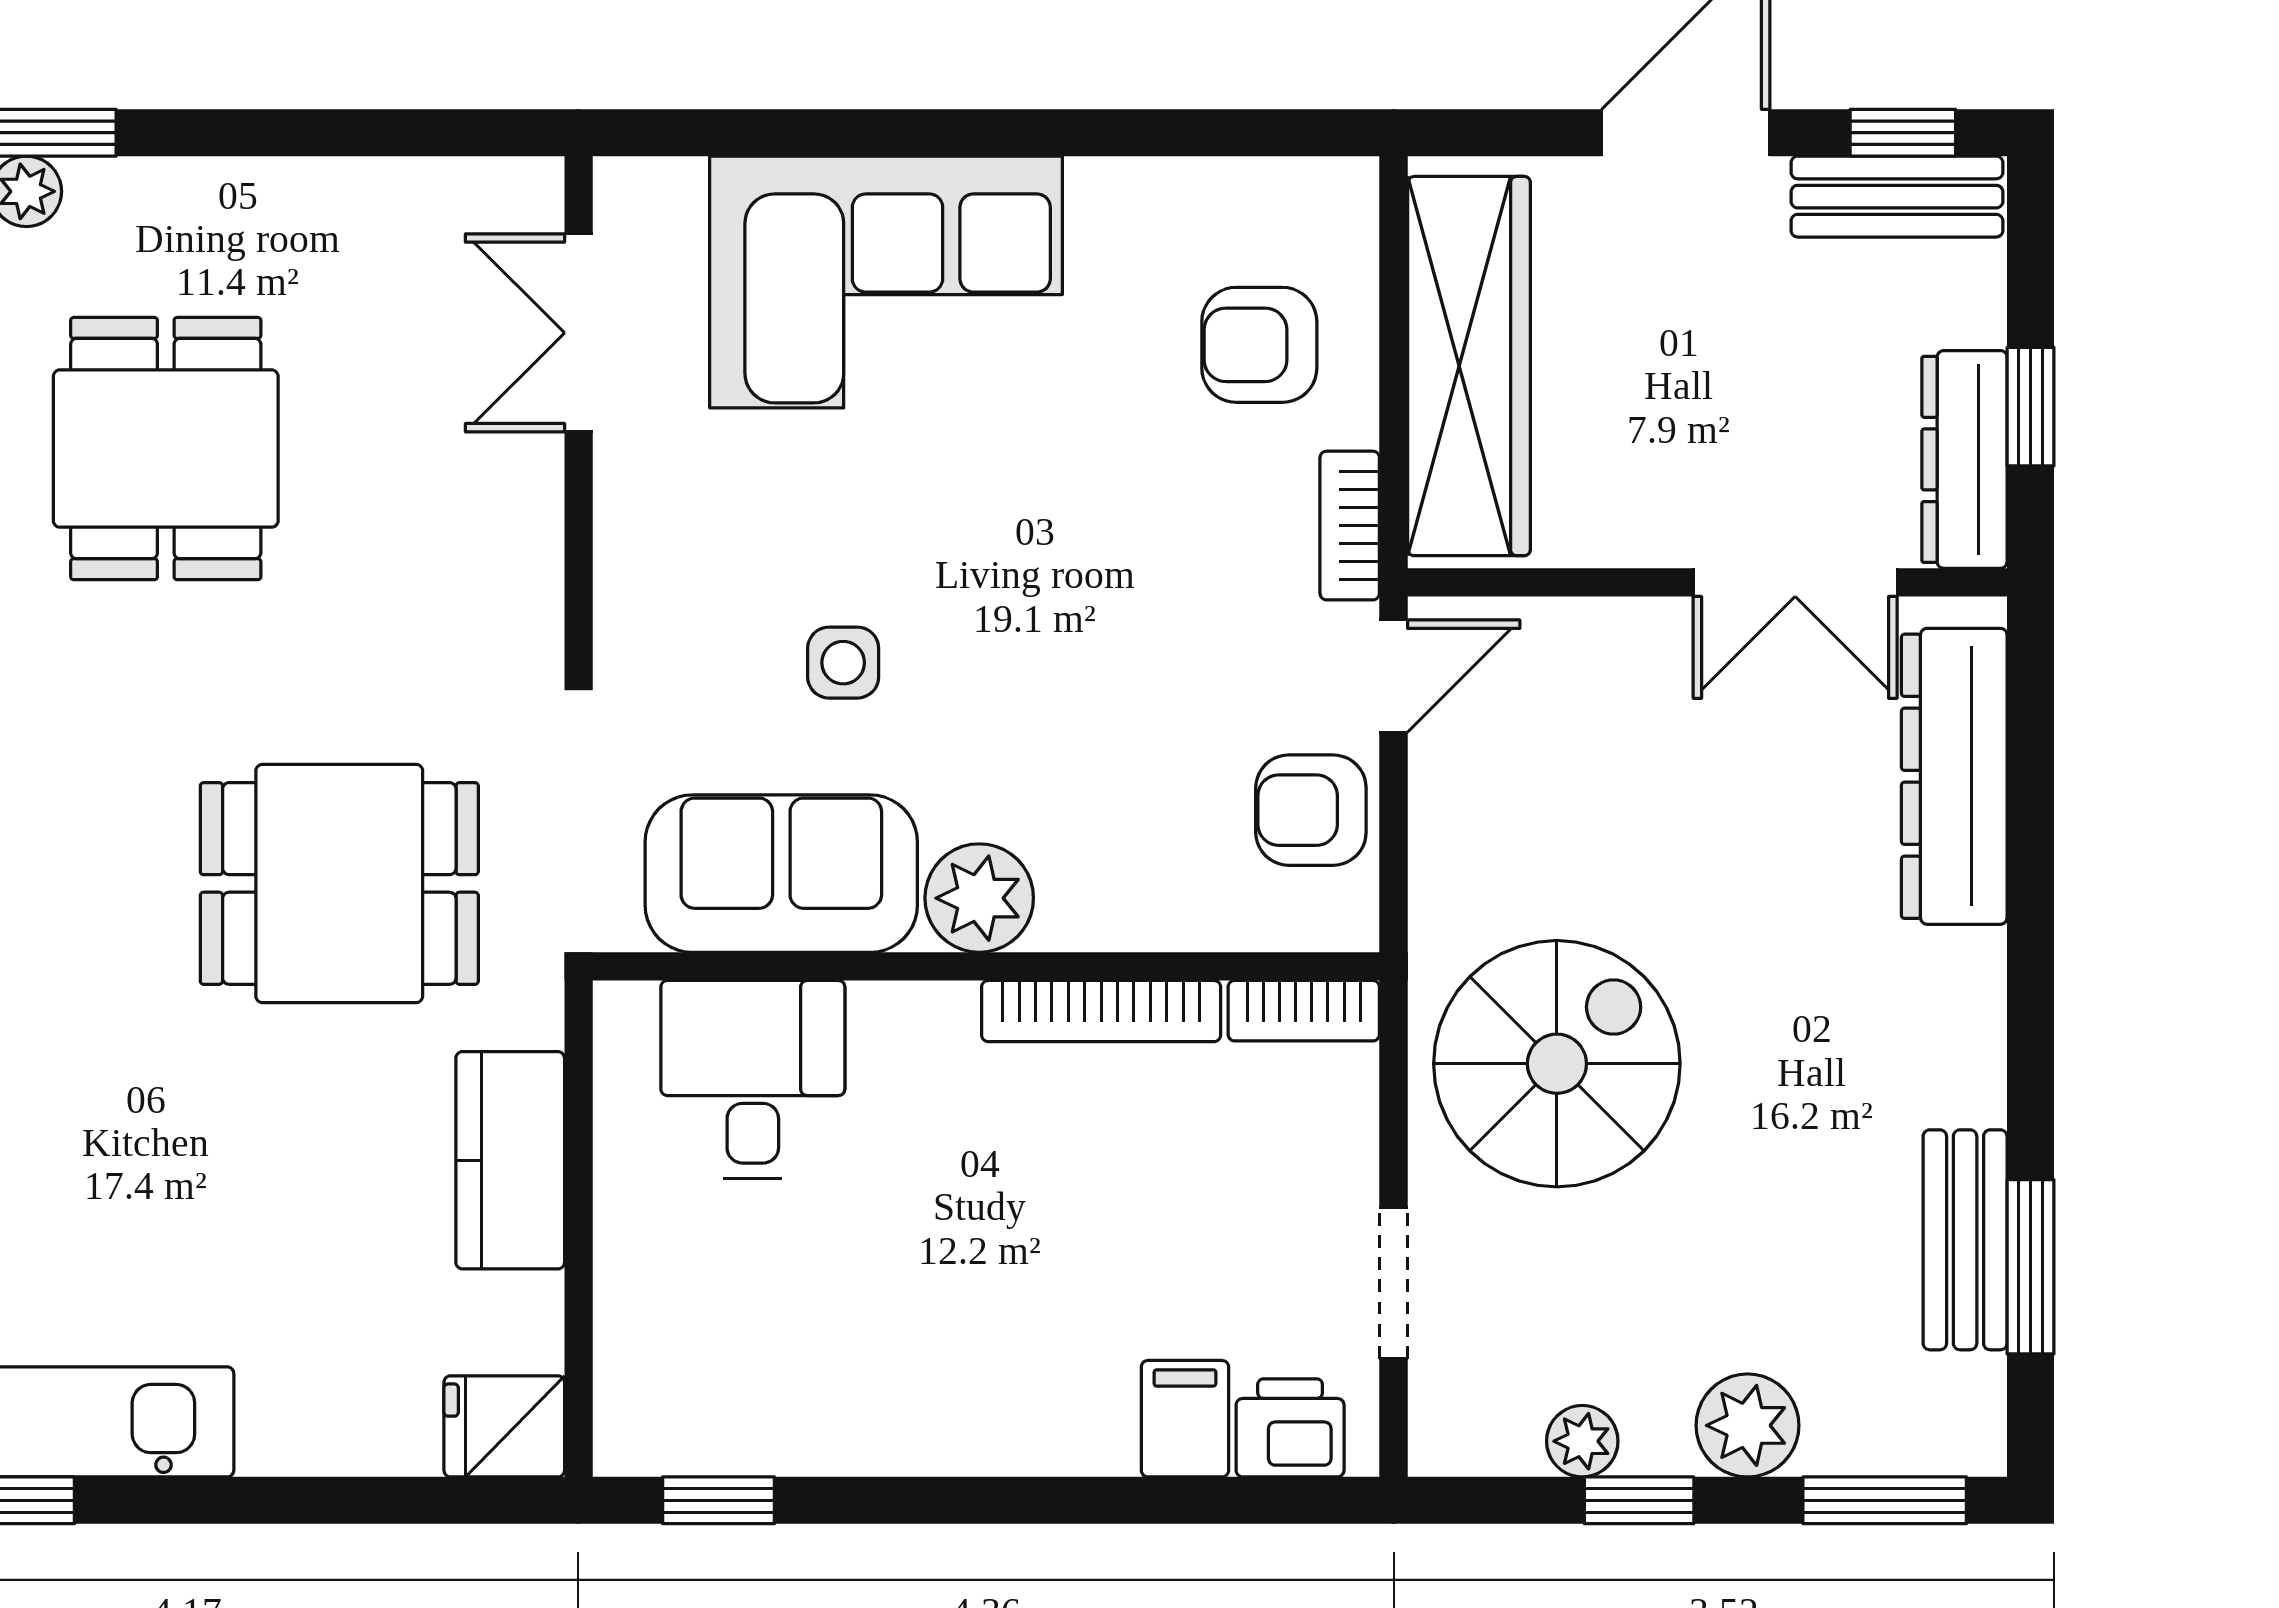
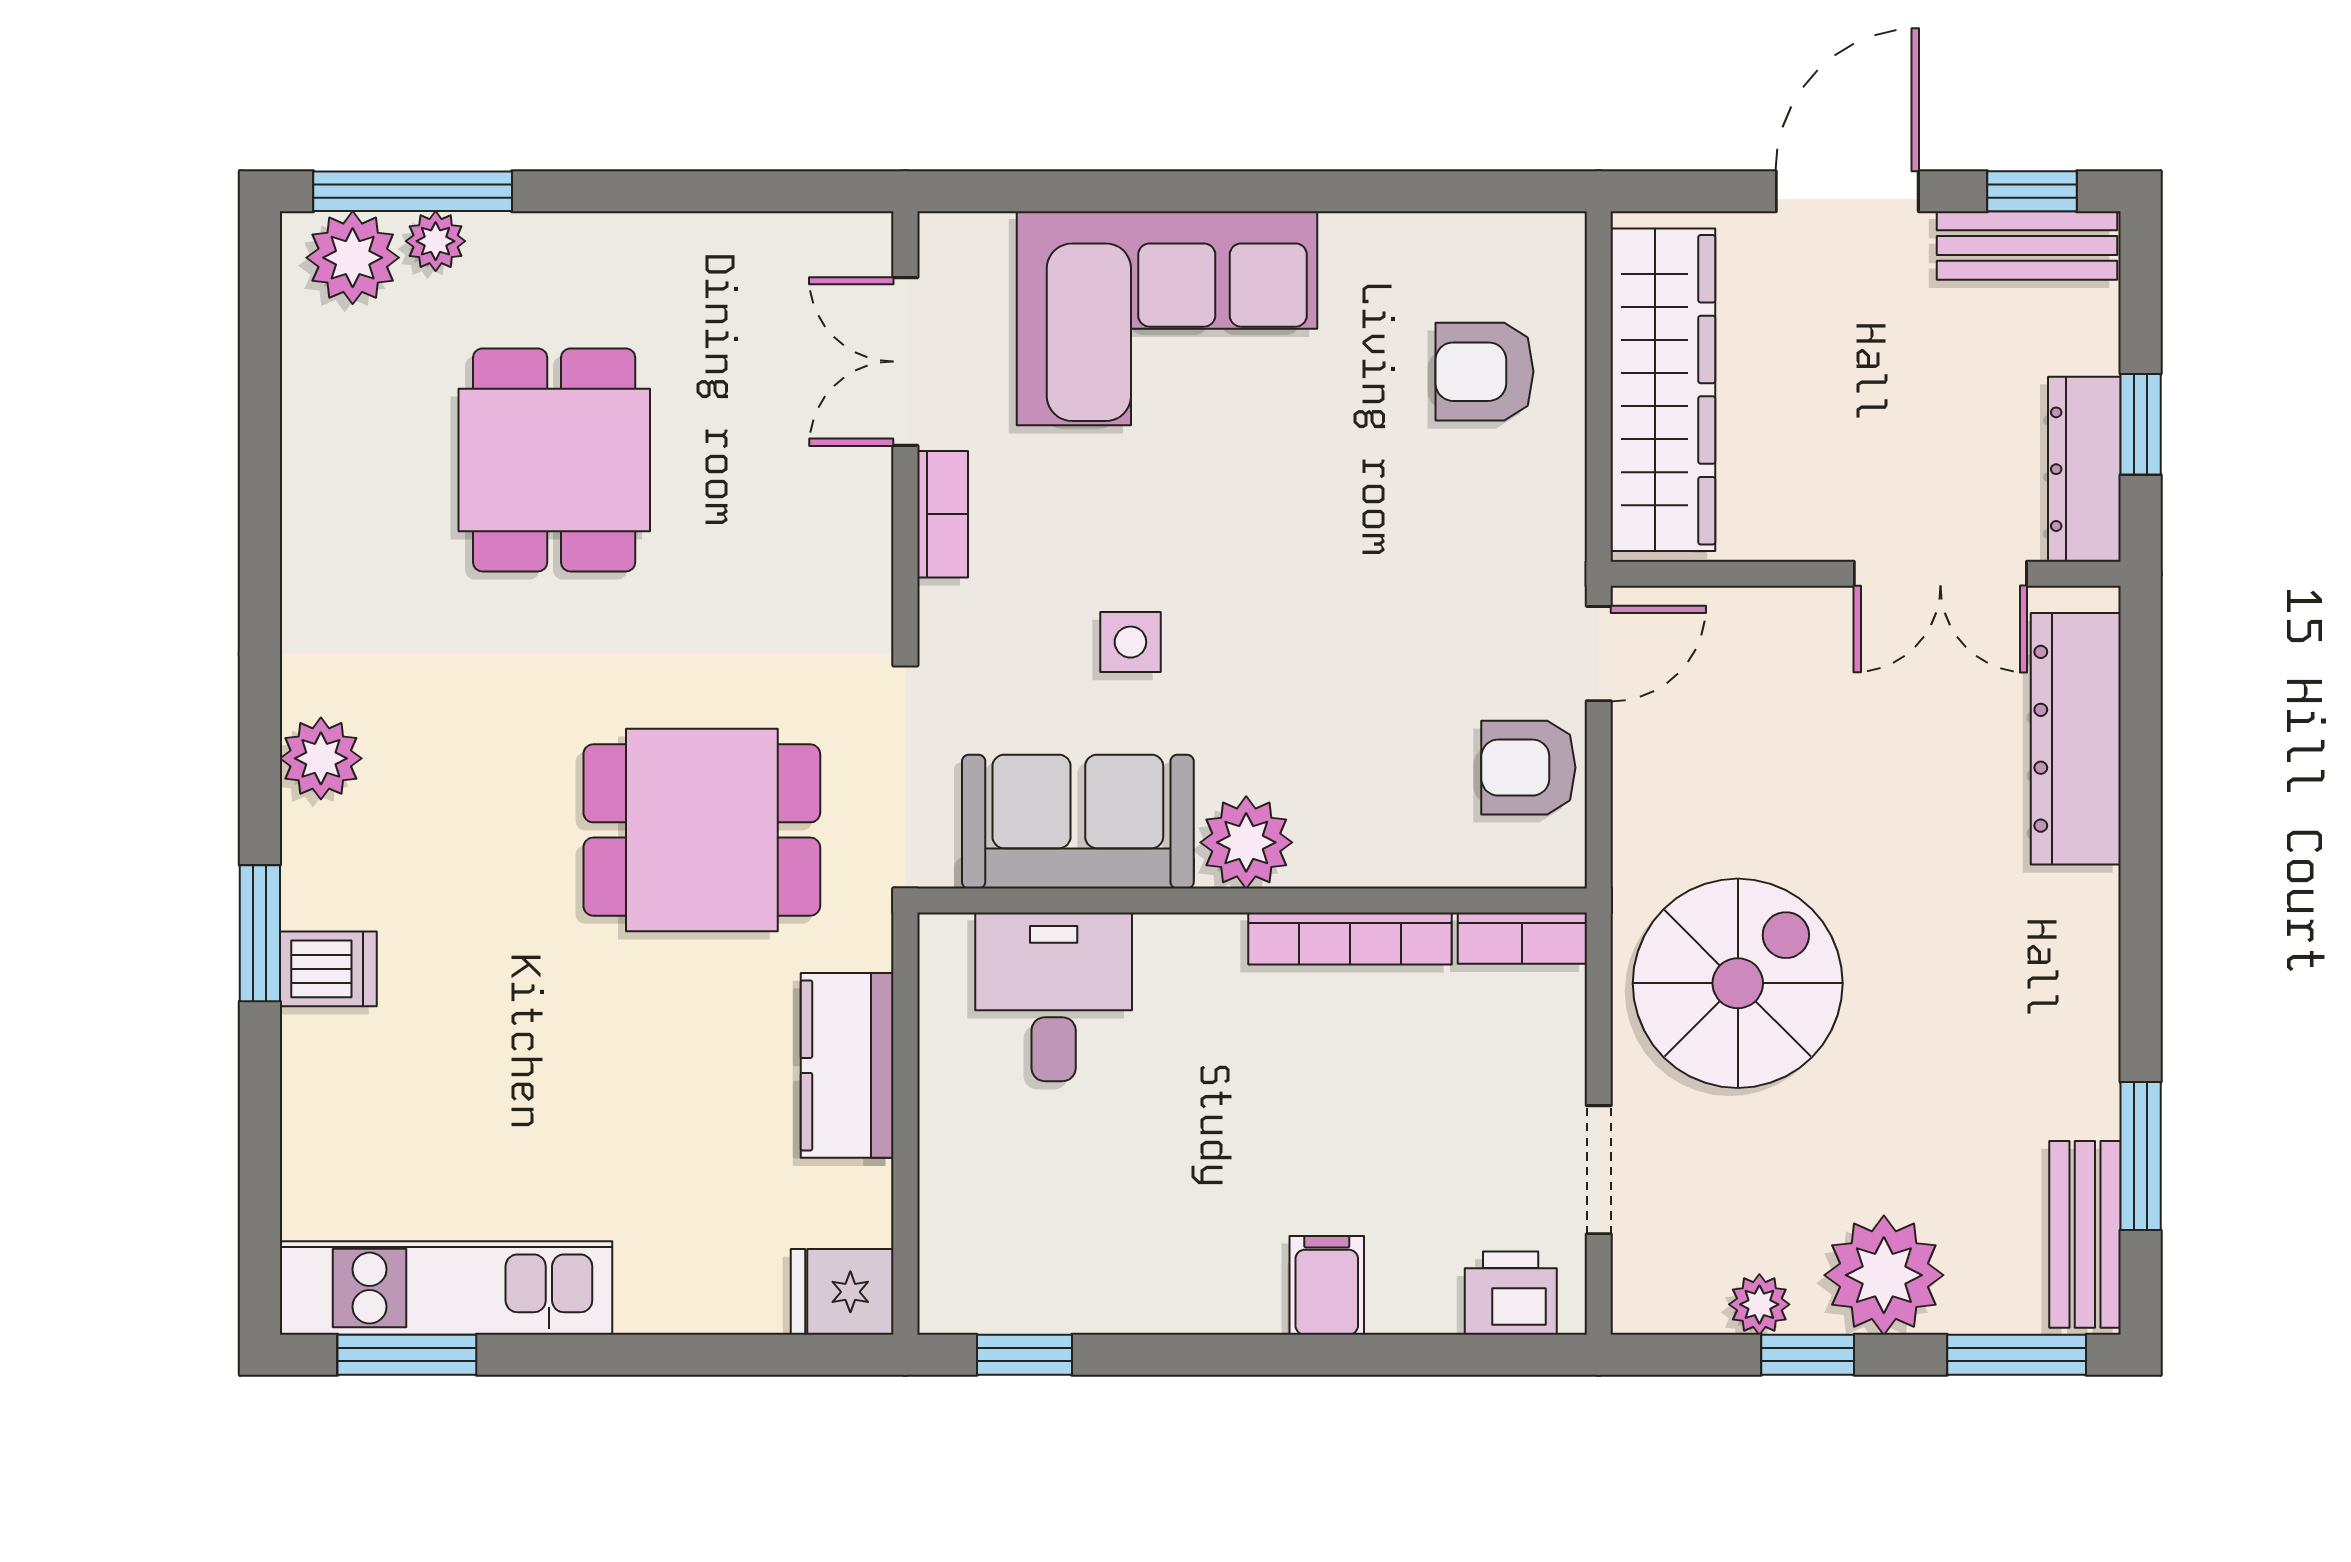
bookcase: (1350, 526) -> (943, 514), moved, turned 180
bench: (1965, 1240) -> (2085, 1234), moved
filing cabinet: (1185, 1419) -> (1327, 1285), moved
plant: (1748, 1425) -> (1884, 1275), width x1.36, depth x1.36

